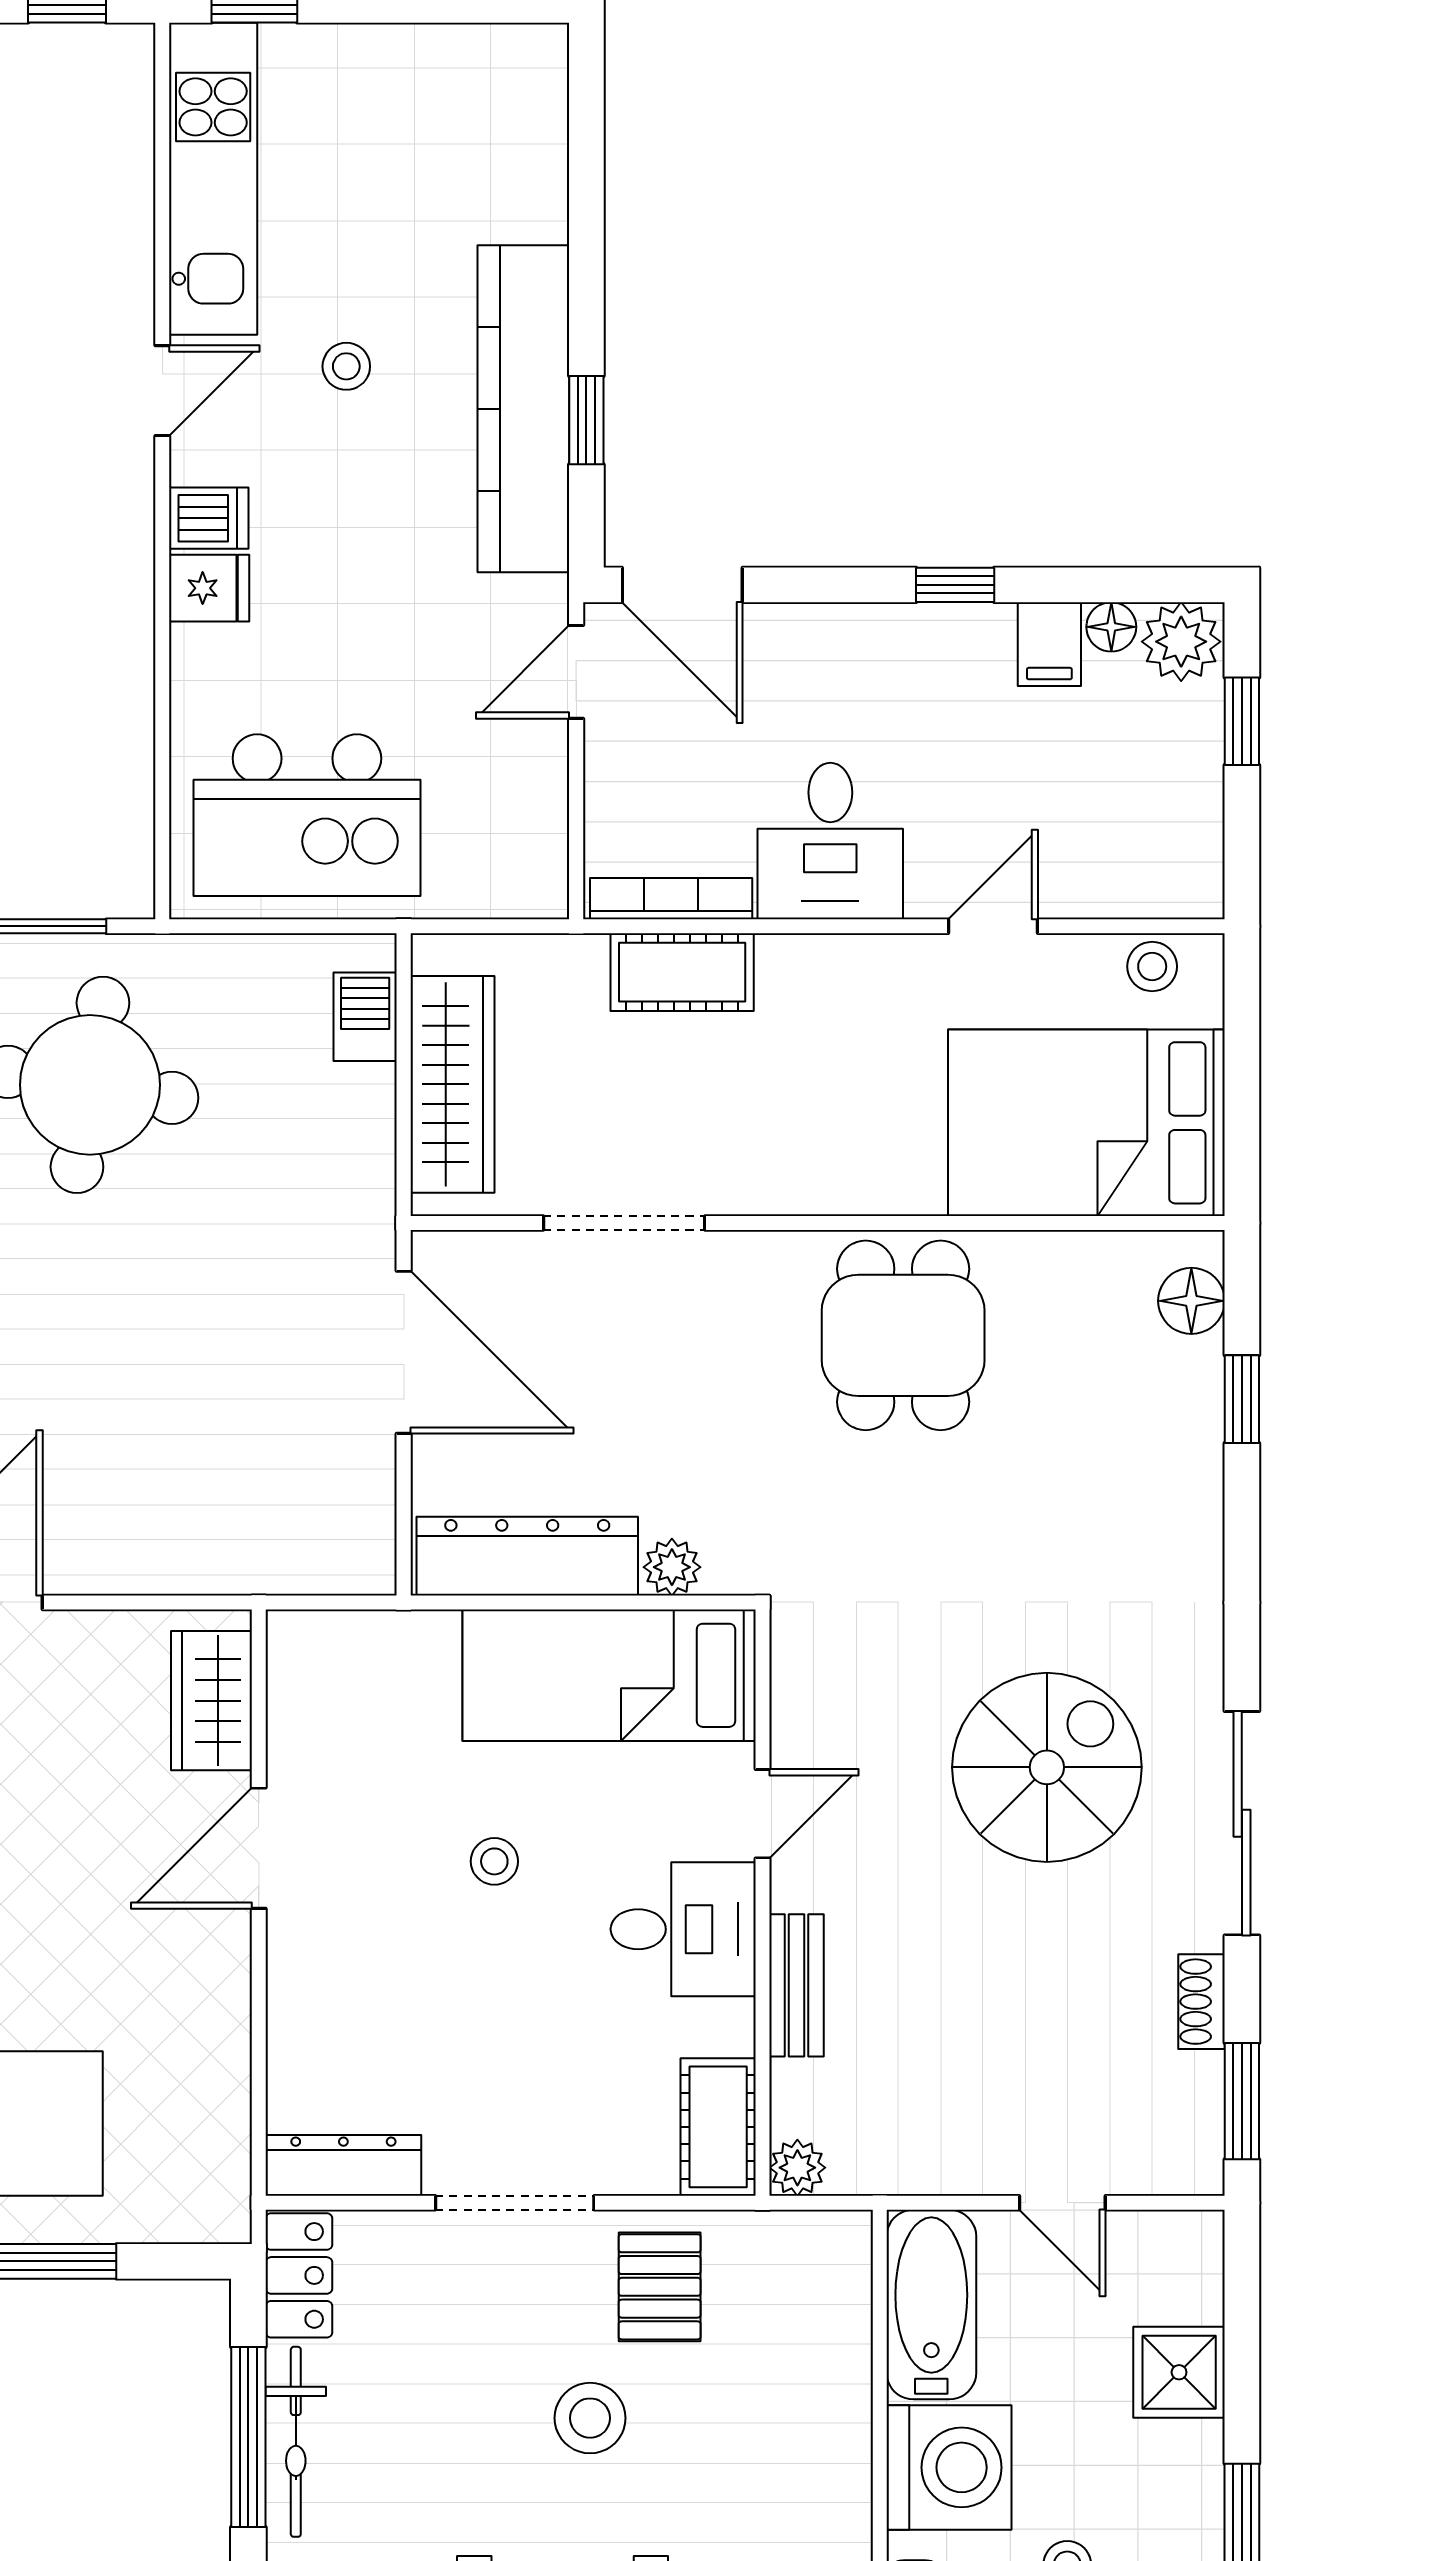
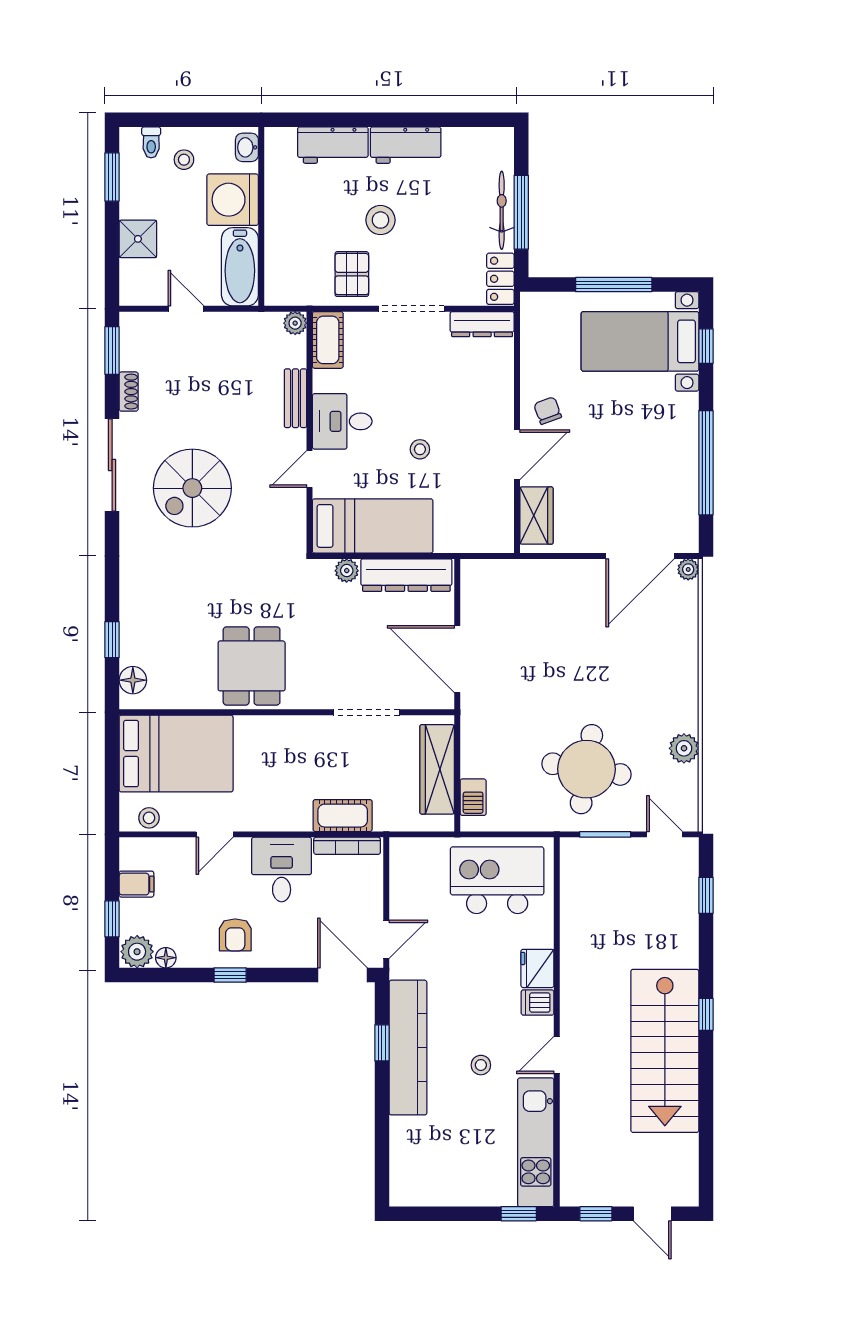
fridge: (209, 588) -> (537, 968), width x1.38
filing cabinet: (1049, 644) -> (136, 884), moved, turned 90
armchair: (943, 682) -> (235, 935), added
chair: (184, 1955) -> (548, 411), added

